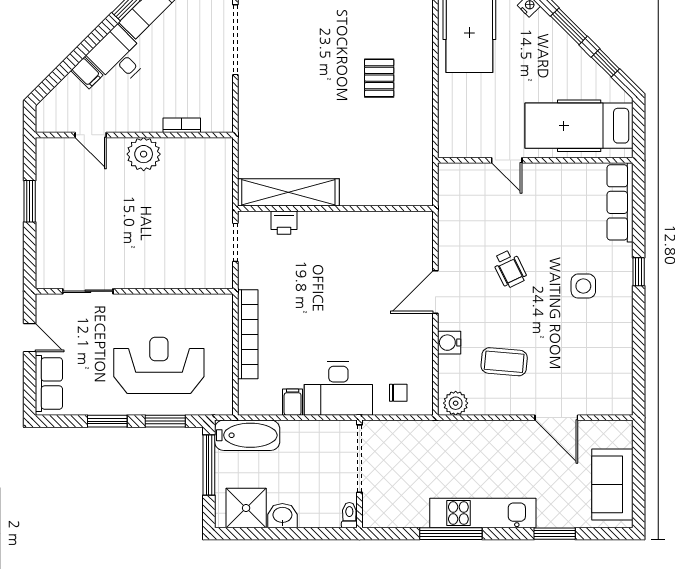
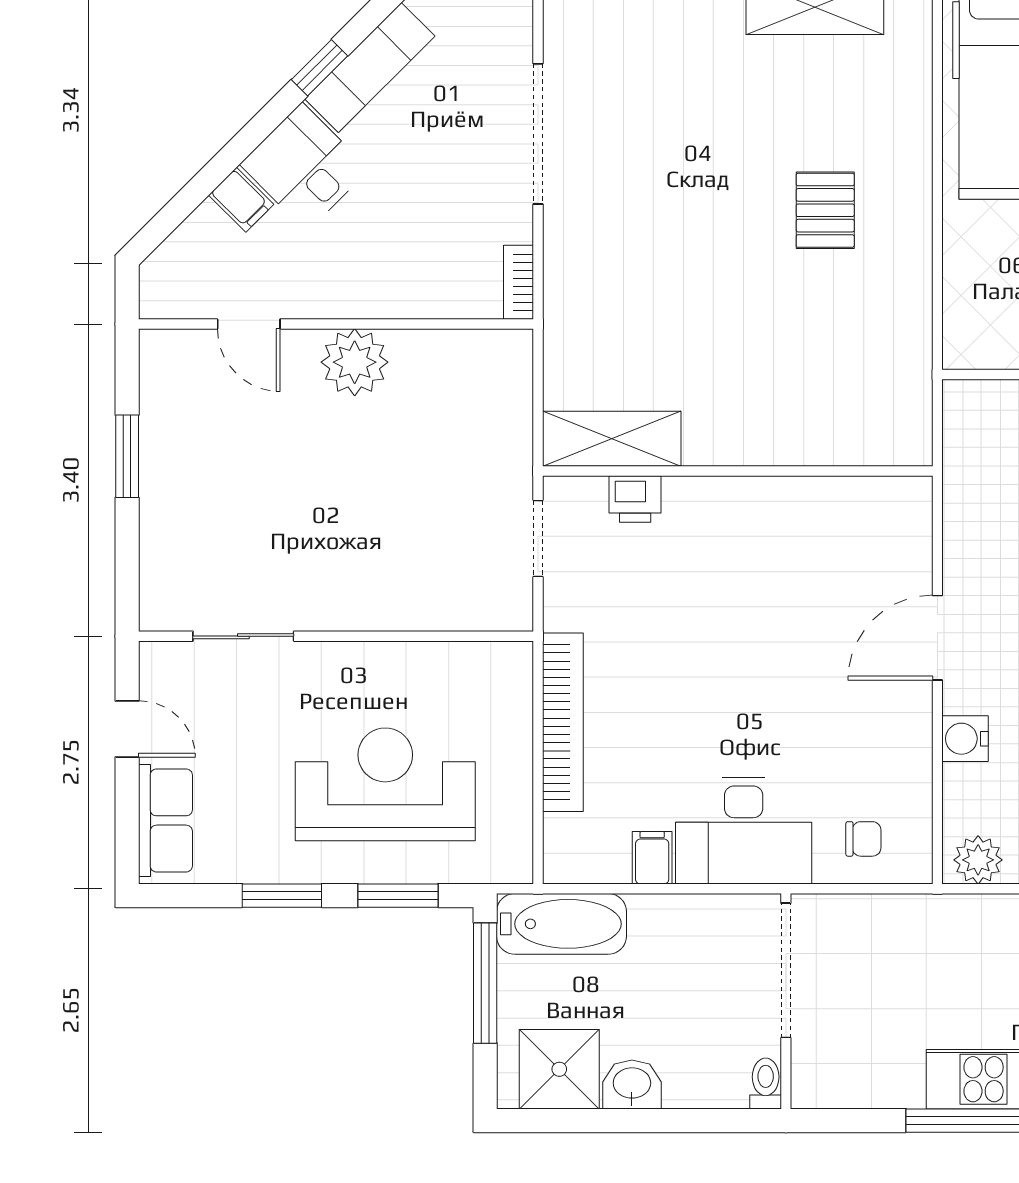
bookcase: (182, 125) -> (519, 282), moved, turned -90
shelving: (288, 192) -> (612, 439), width x0.68

